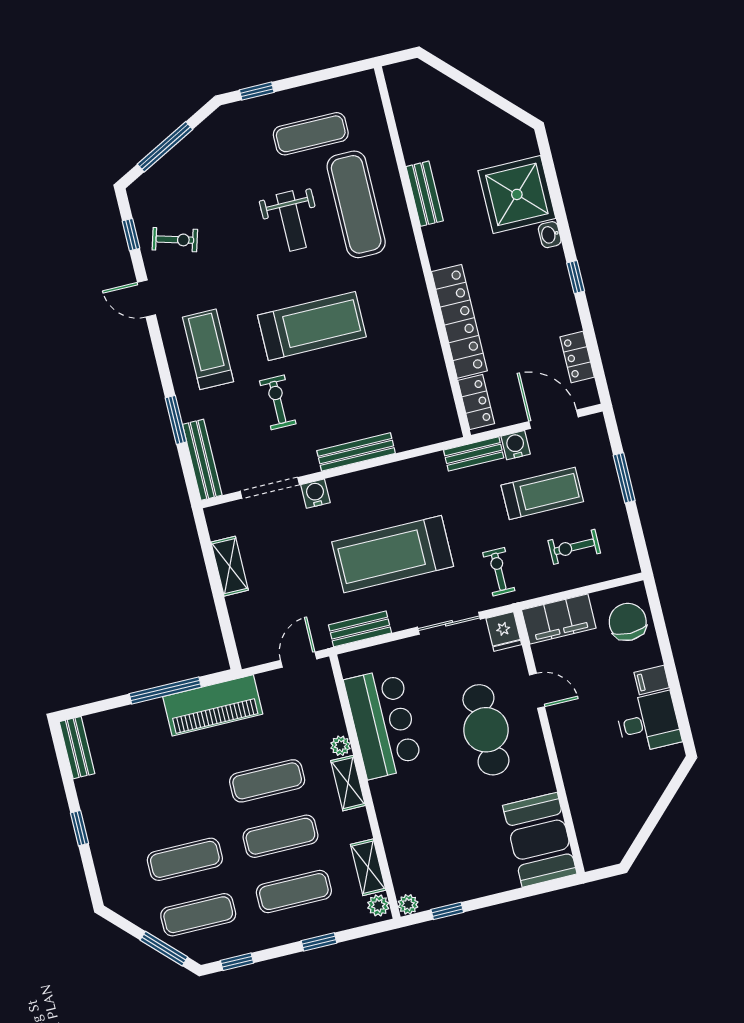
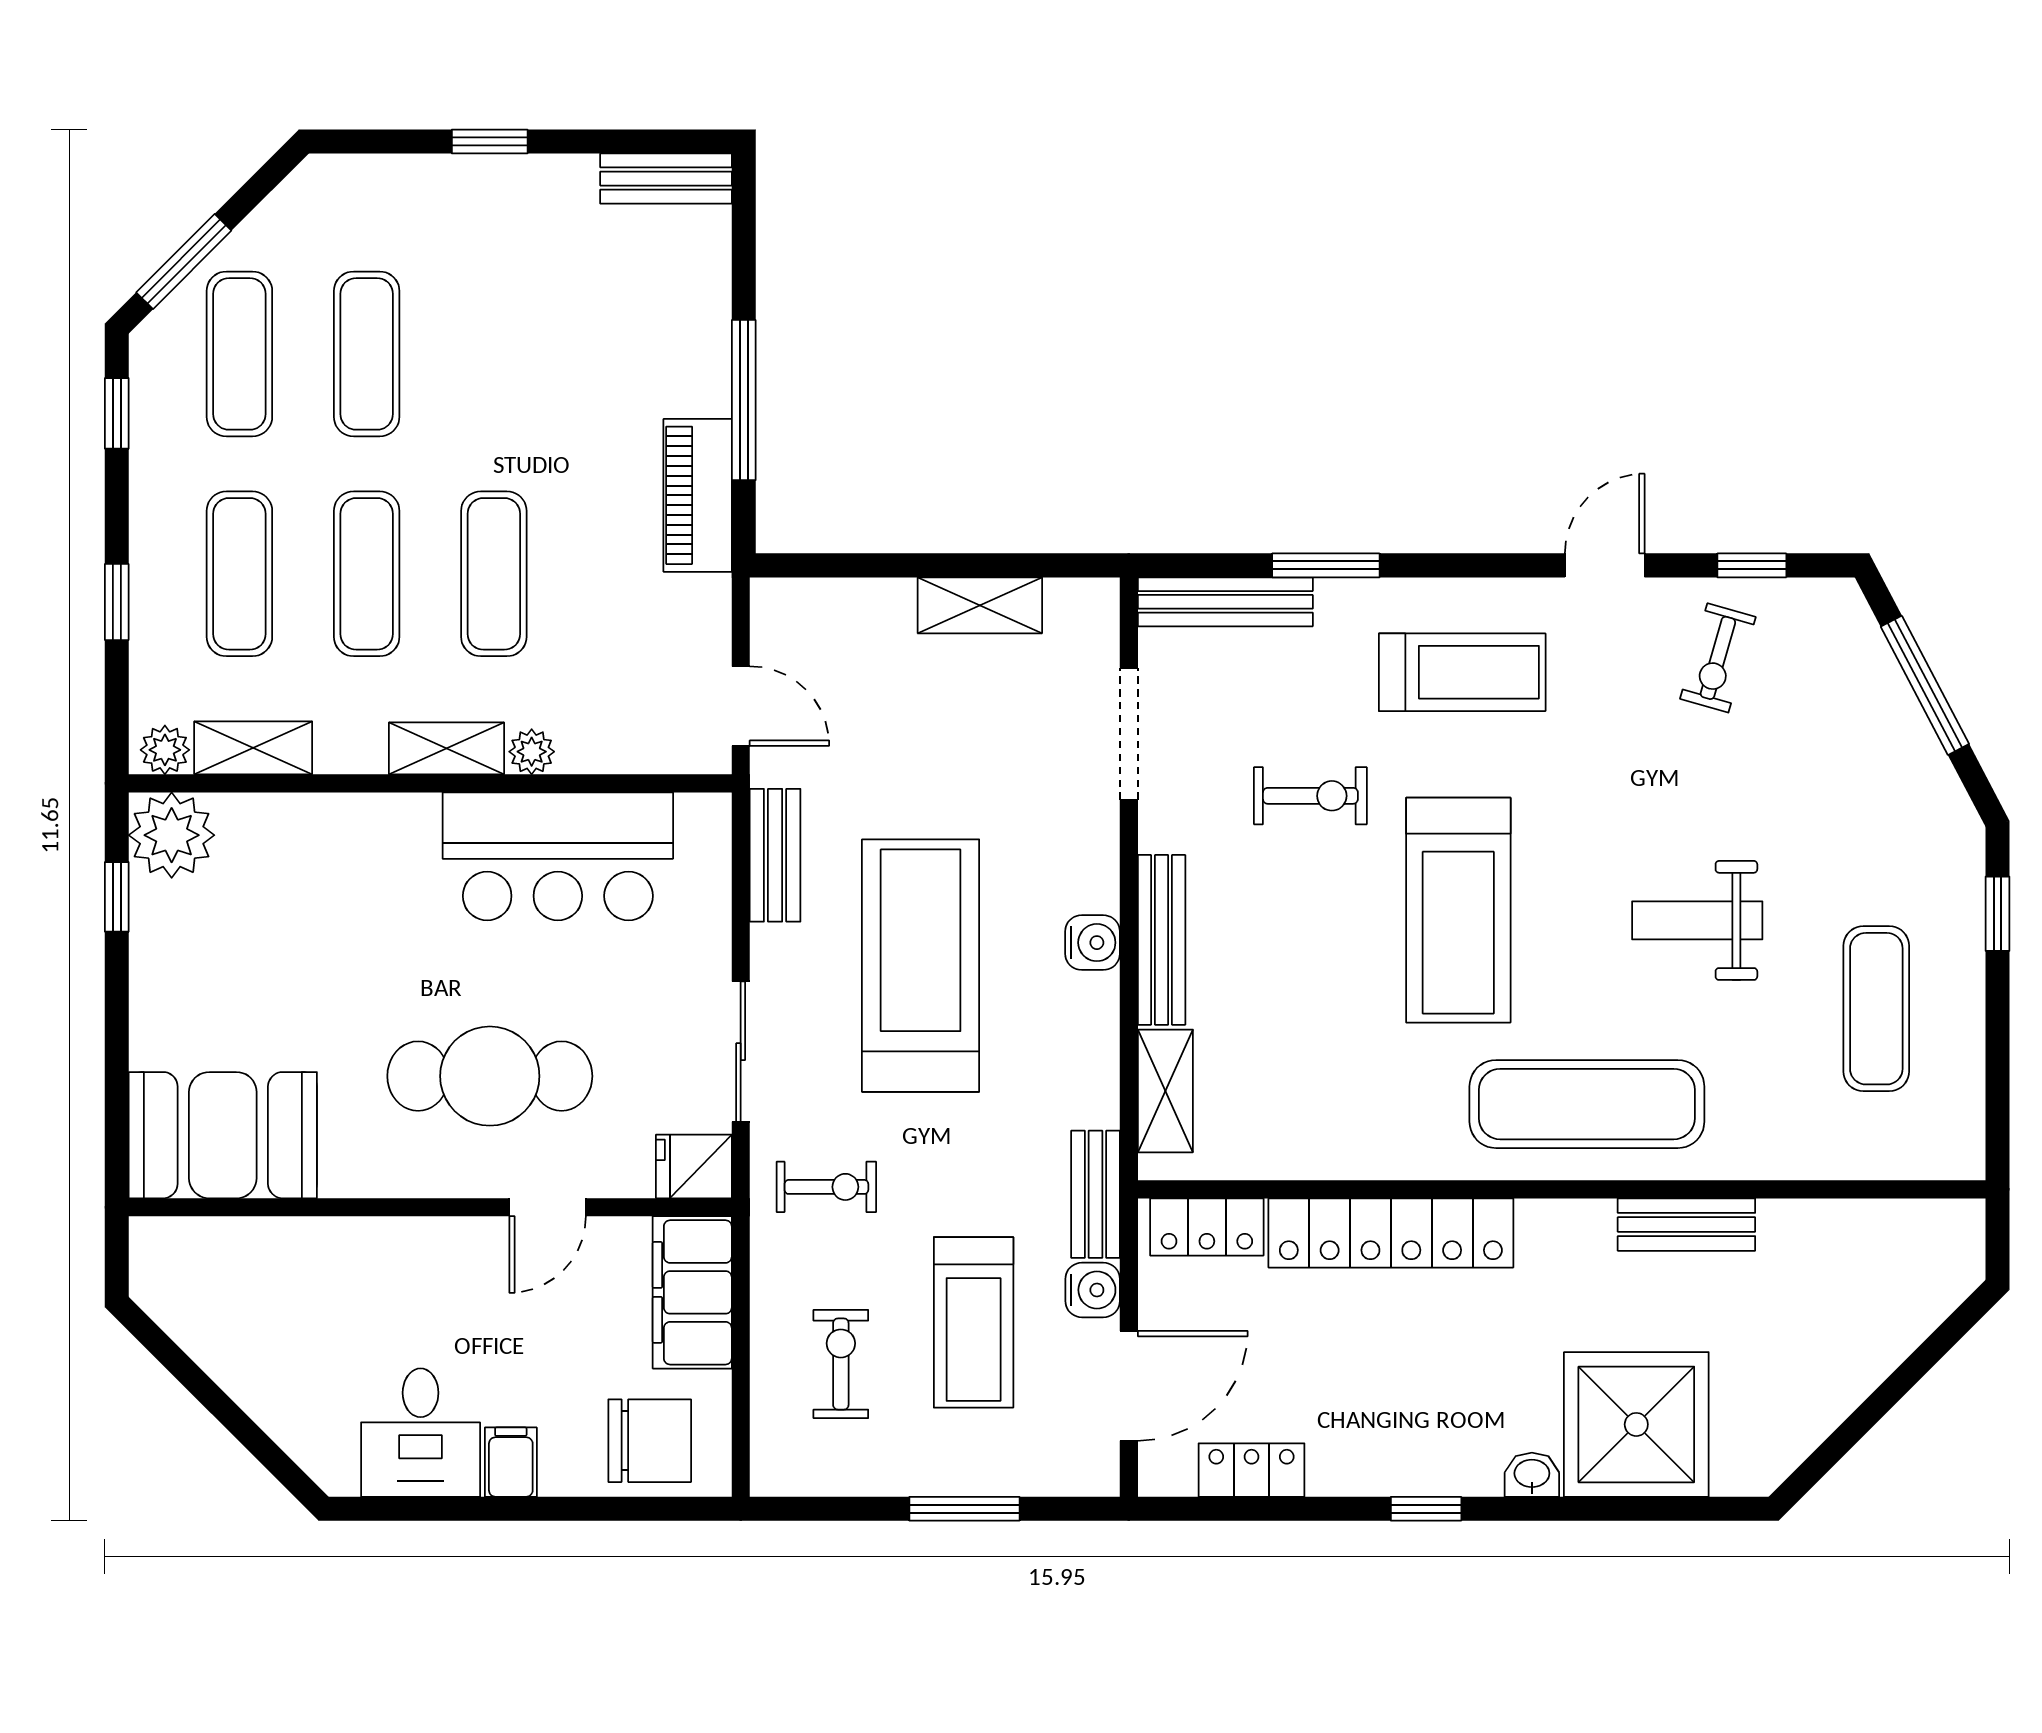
exercise mat: (356, 204) -> (1587, 1104), moved
shelving: (421, 434) -> (1165, 1091), added
water cooler: (315, 494) -> (1092, 943), moved
piano: (213, 705) -> (698, 495), width x0.73, depth x0.75
plant: (408, 904) -> (172, 835), width x1.87, depth x1.87

